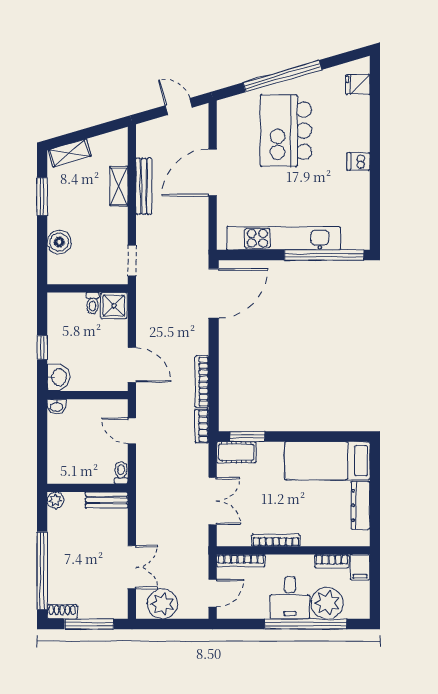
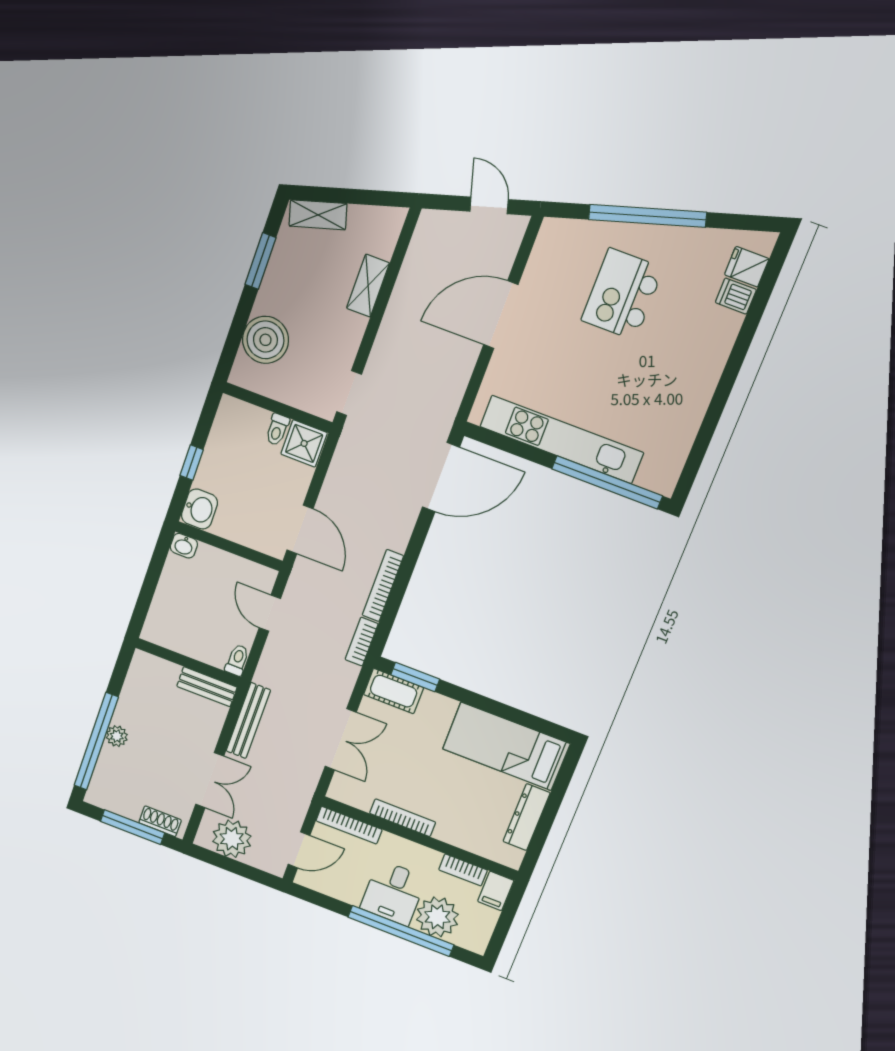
kitchen island: (286, 131) -> (622, 294), width x0.73, depth x0.78
dishwasher: (358, 161) -> (736, 296), moved
bench: (144, 186) -> (248, 721), moved
boiler: (59, 242) -> (265, 340), width x1.37, depth x1.37
plant: (55, 500) -> (117, 736), moved
shoe rack: (62, 612) -> (160, 821), moved

